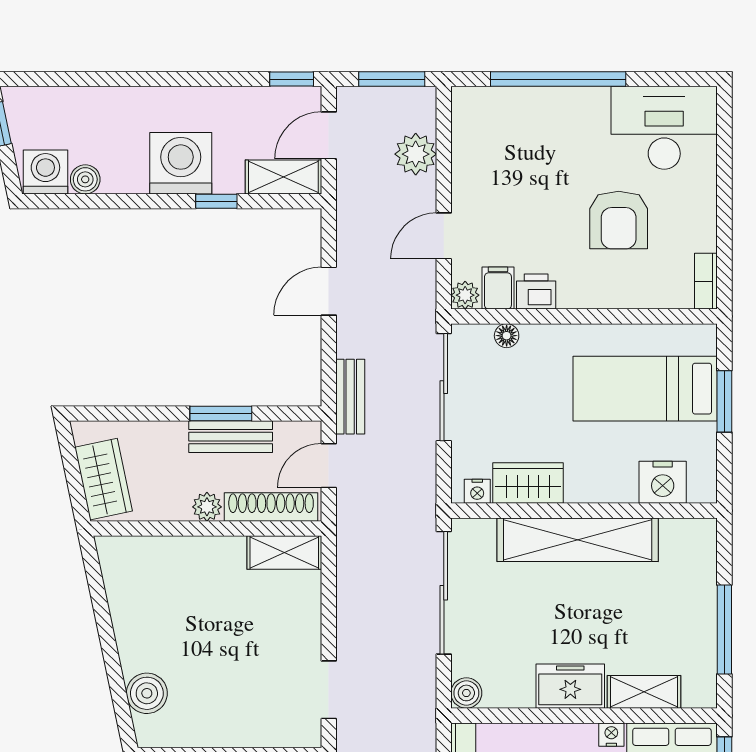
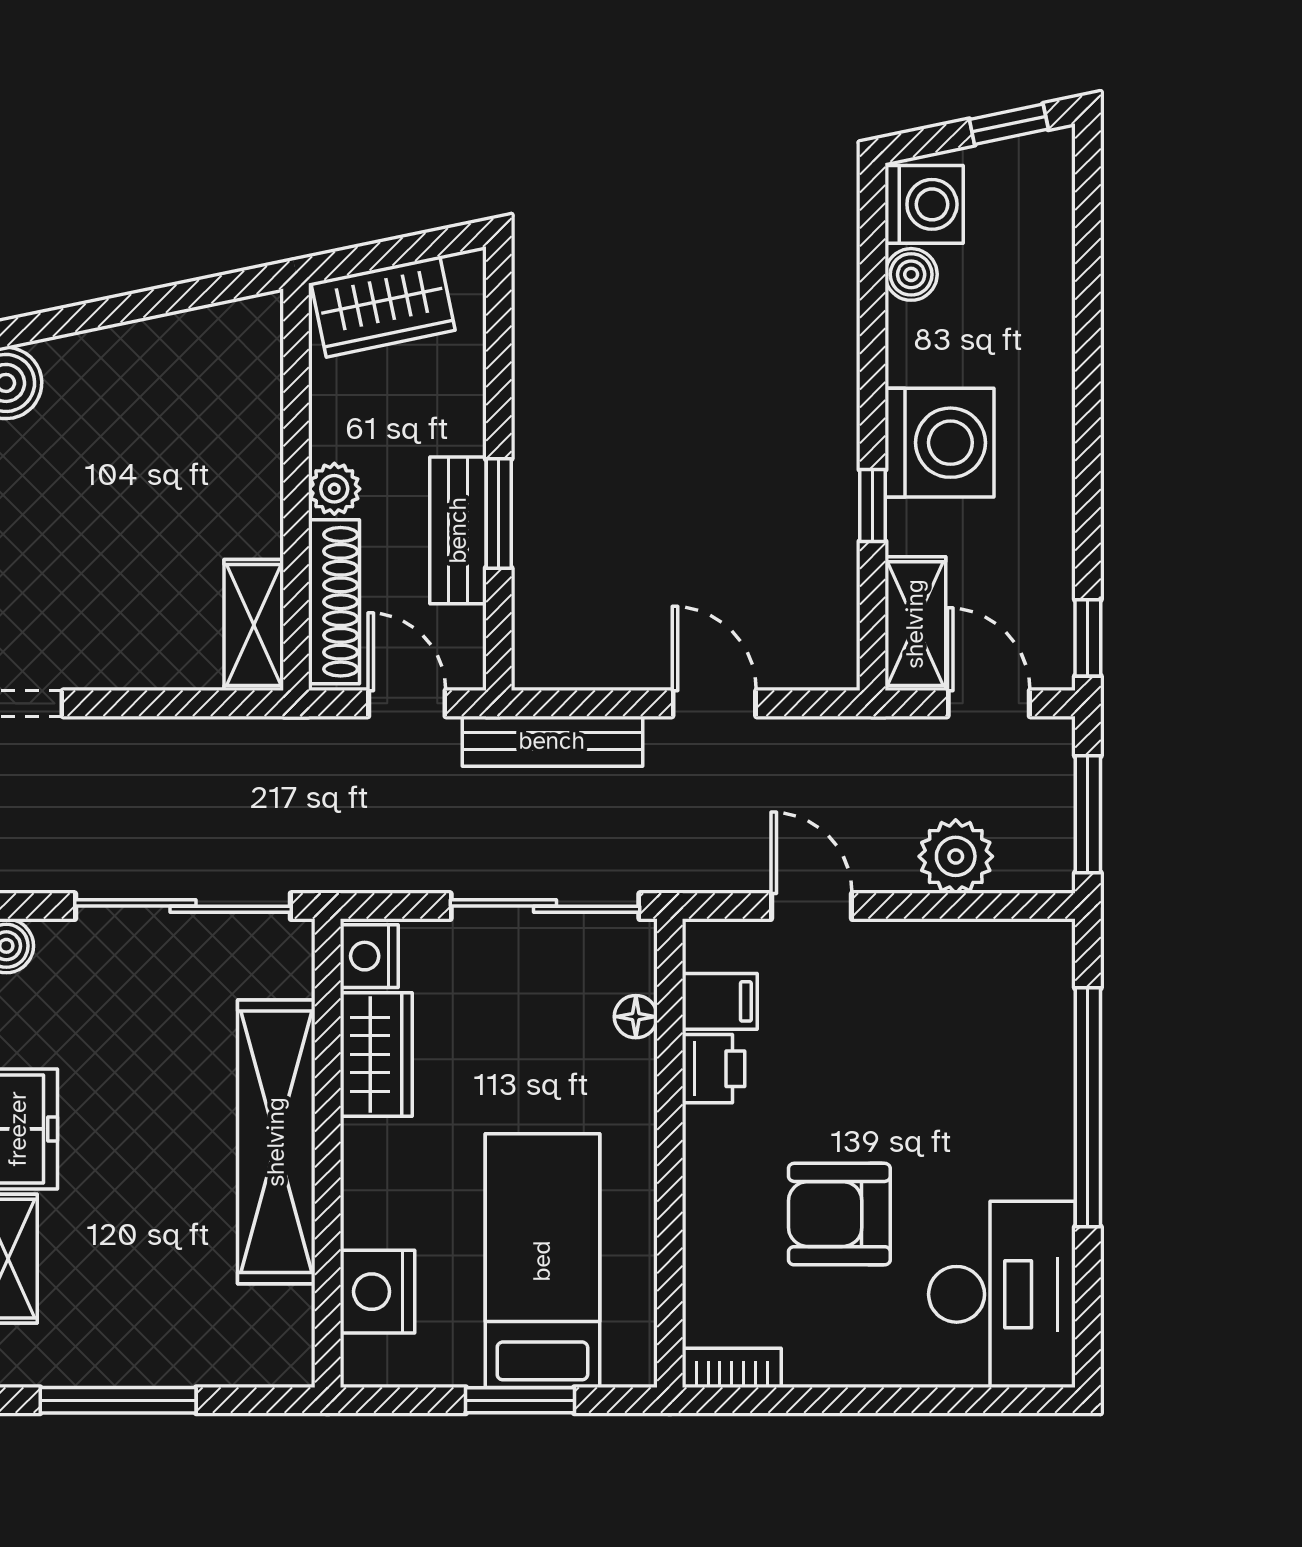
plant: (465, 295) -> (707, 944), removed
bench: (350, 397) -> (552, 741), width x1.36
nightstand: (477, 491) -> (369, 956), width x1.39, depth x1.35

